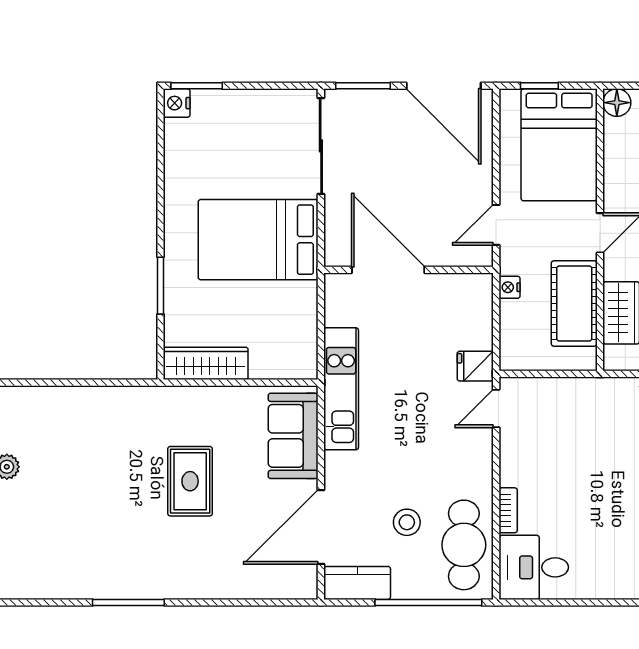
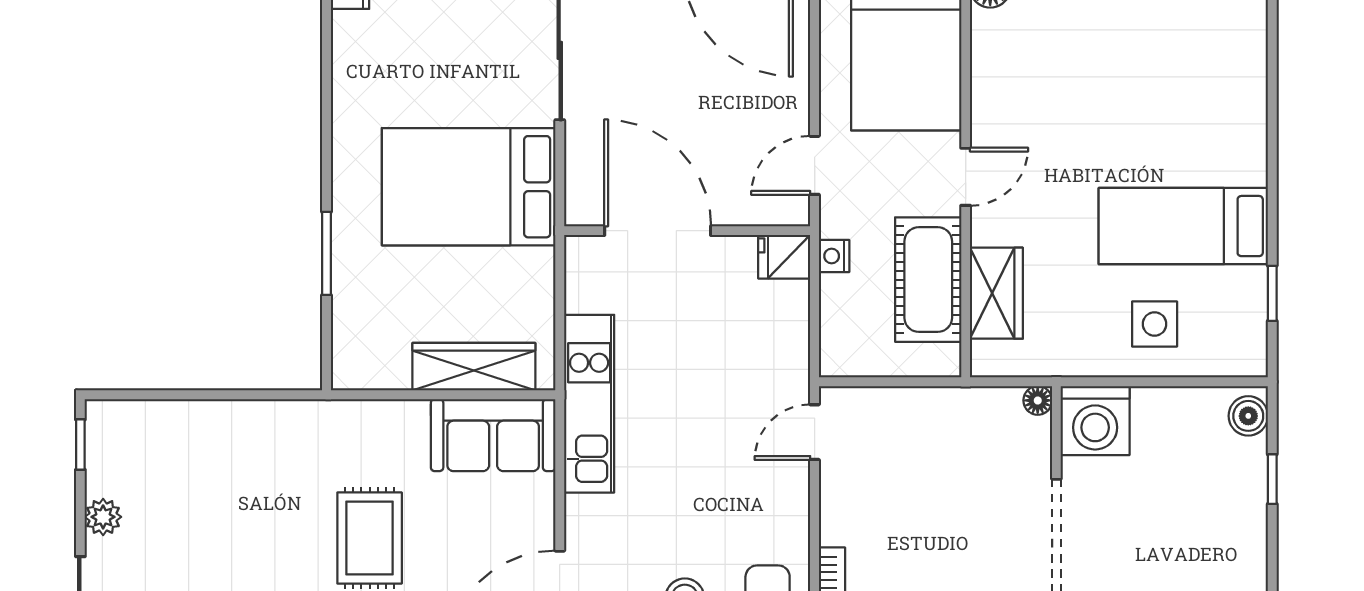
wardrobe: (206, 363) -> (474, 367), moved
fridge: (475, 366) -> (784, 257), moved
sofa: (293, 436) -> (493, 435), moved, turned -90

